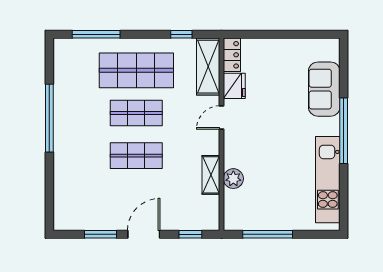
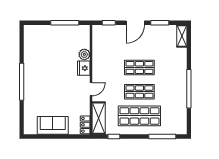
fridge: (234, 86) -> (84, 68), moved
sofa: (324, 89) -> (53, 125), moved, turned -90
shelving: (211, 175) -> (182, 36), moved
kitchen unit: (328, 180) -> (31, 54), removed

